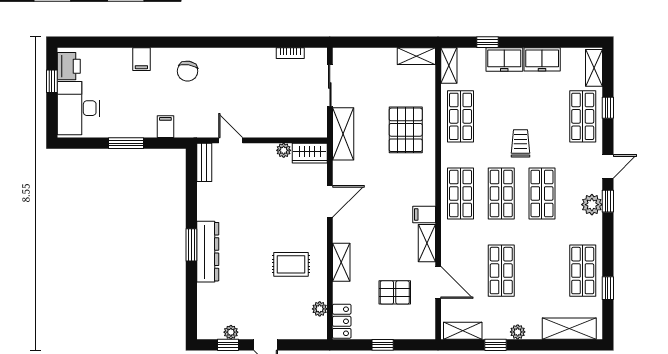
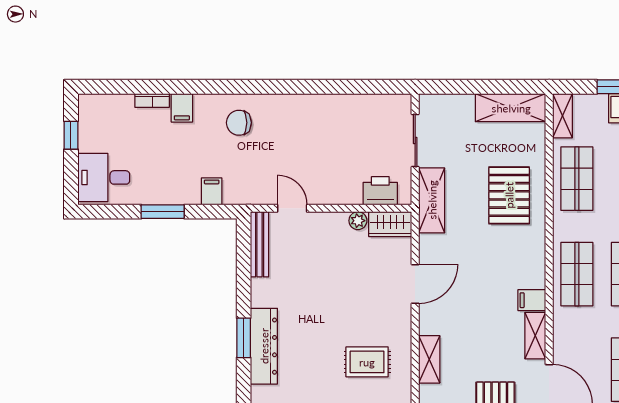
bookcase: (290, 53) -> (152, 100), moved
shelving: (416, 56) -> (511, 108), width x1.50, depth x1.33
printer: (69, 66) -> (380, 191), moved, turned -90
chair: (188, 71) -> (239, 123), turned 81
desk: (78, 108) -> (104, 177), width x0.73
bench: (204, 162) -> (260, 244), width x1.36

